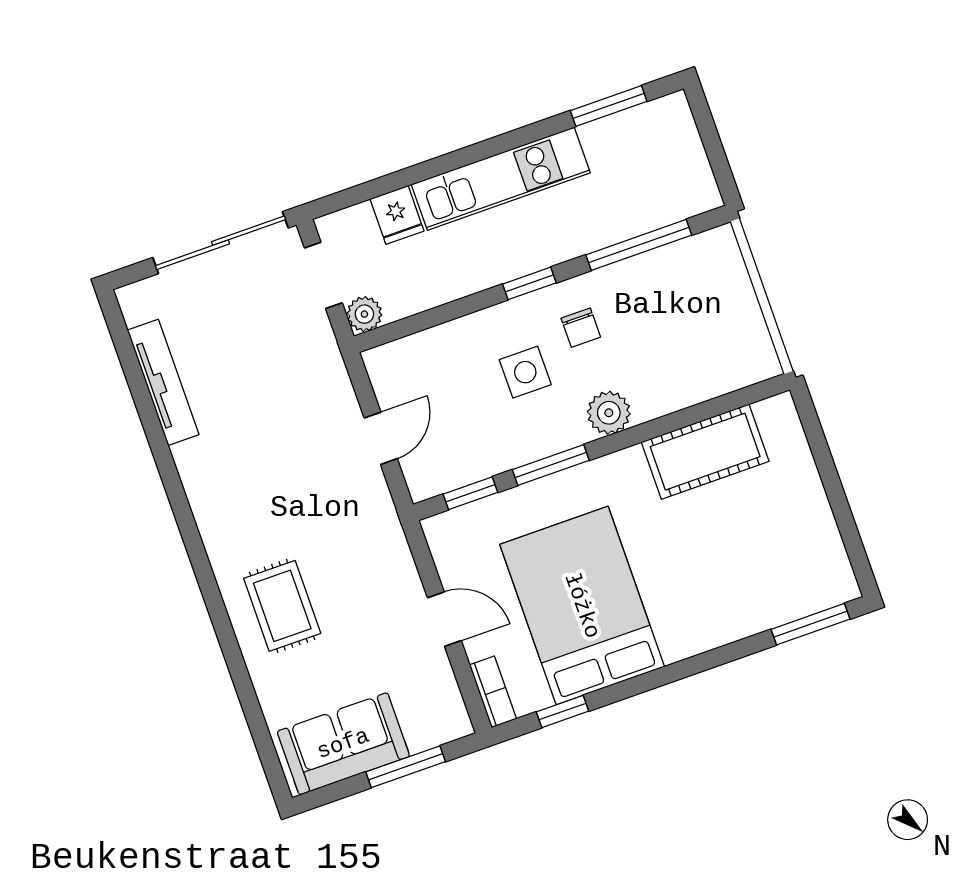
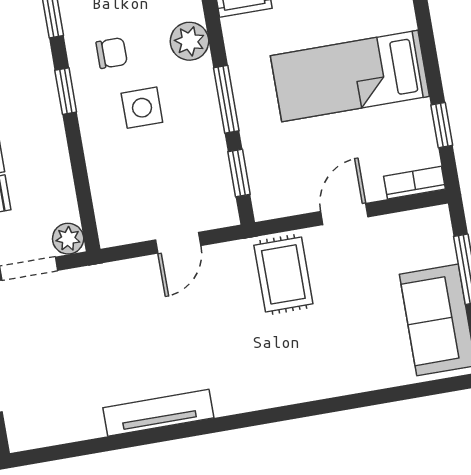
tv unit: (163, 382) -> (158, 413), moved
door: (381, 438) -> (178, 243), swing flipped
rug: (282, 606) -> (283, 274), moved, turned 90
bed: (582, 606) -> (350, 76), width x0.67

